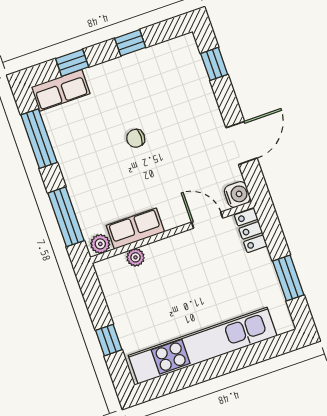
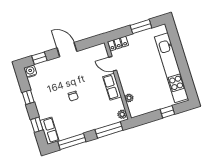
door: (242, 143) -> (67, 50), moved
water cooler: (237, 195) -> (30, 71), moved
door: (207, 220) -> (113, 64), hinge flipped
row of seats: (135, 229) -> (112, 87), moved

